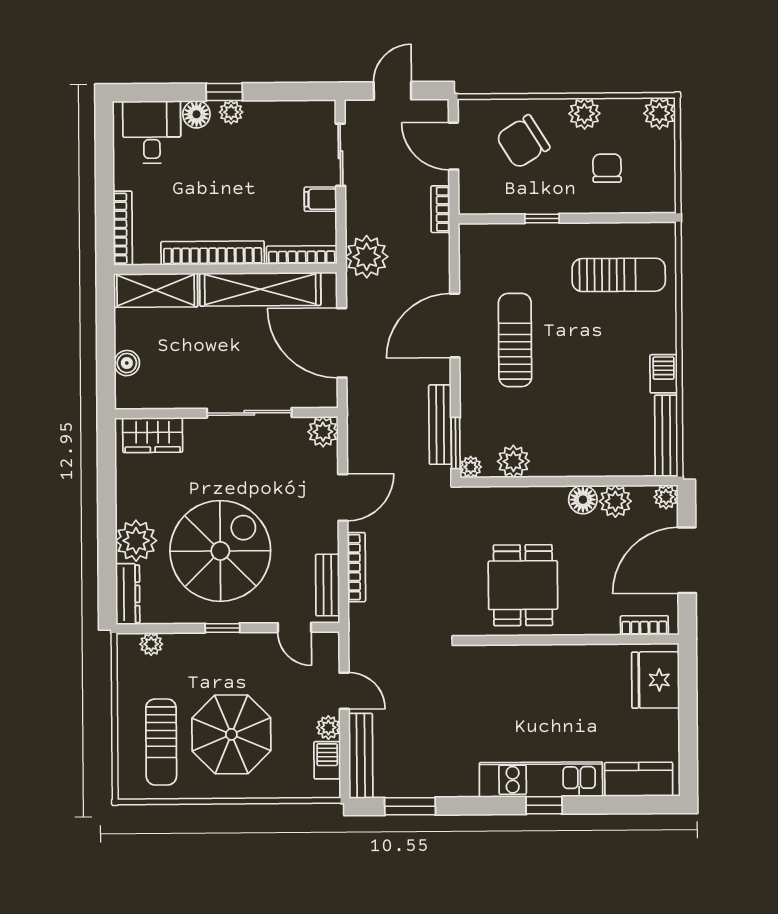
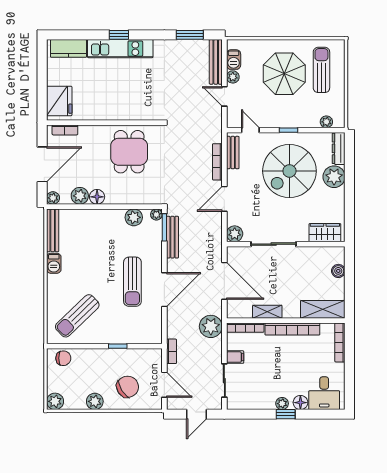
chair: (607, 168) -> (63, 358), moved, turned -90
sun lounger: (619, 275) -> (77, 316), turned -44
shelving: (260, 289) -> (267, 312), width x0.45, depth x0.75

